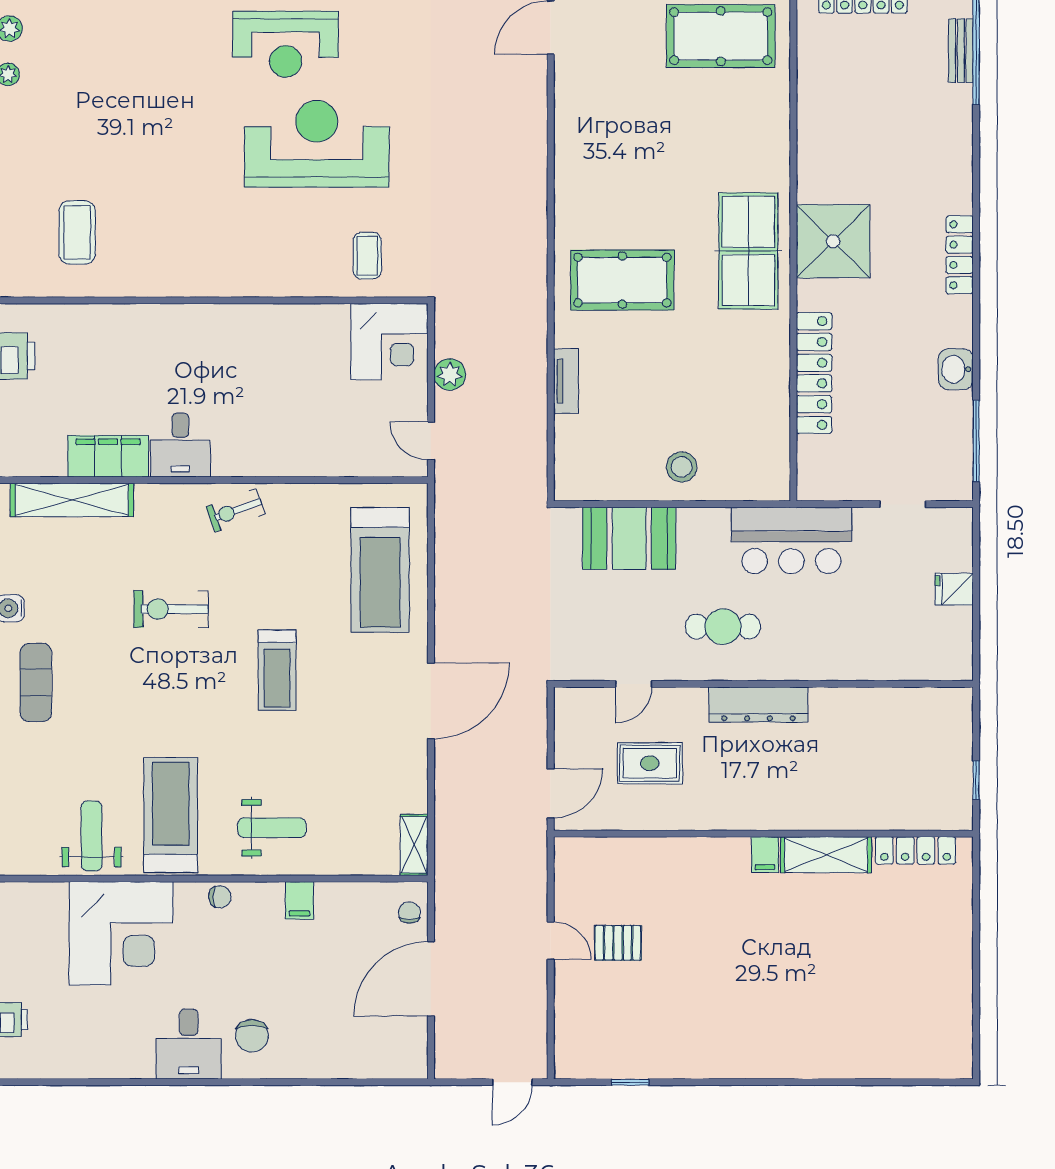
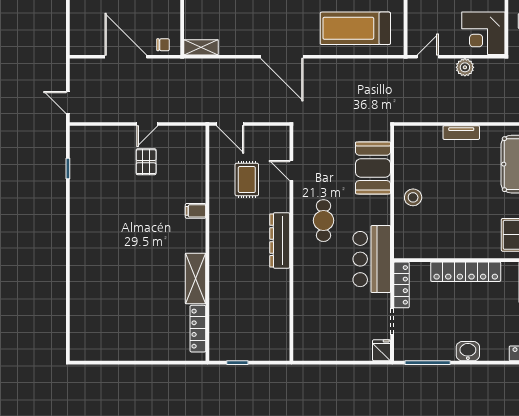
locker: (838, 488) -> (401, 285), added
fridge: (954, 589) -> (382, 350), moved
filing cabinet: (765, 855) -> (196, 211), moved

